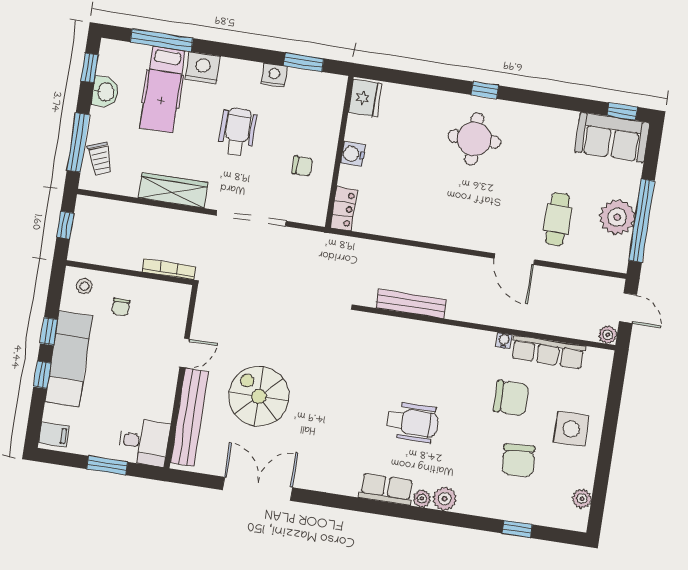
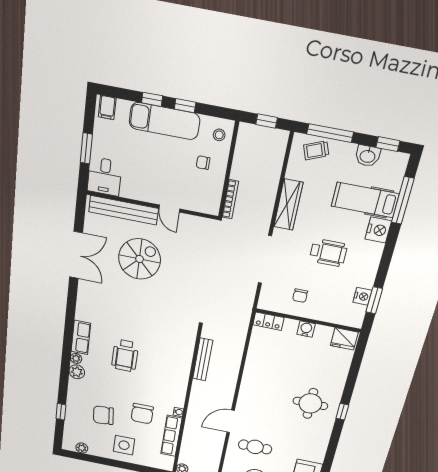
nightstand: (274, 75) -> (362, 296), moved

